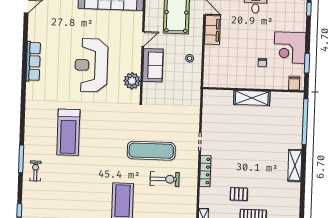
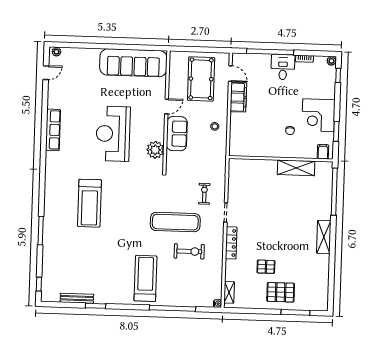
shelving: (252, 98) -> (296, 168), moved
exercise bike: (35, 171) -> (204, 194), moved

